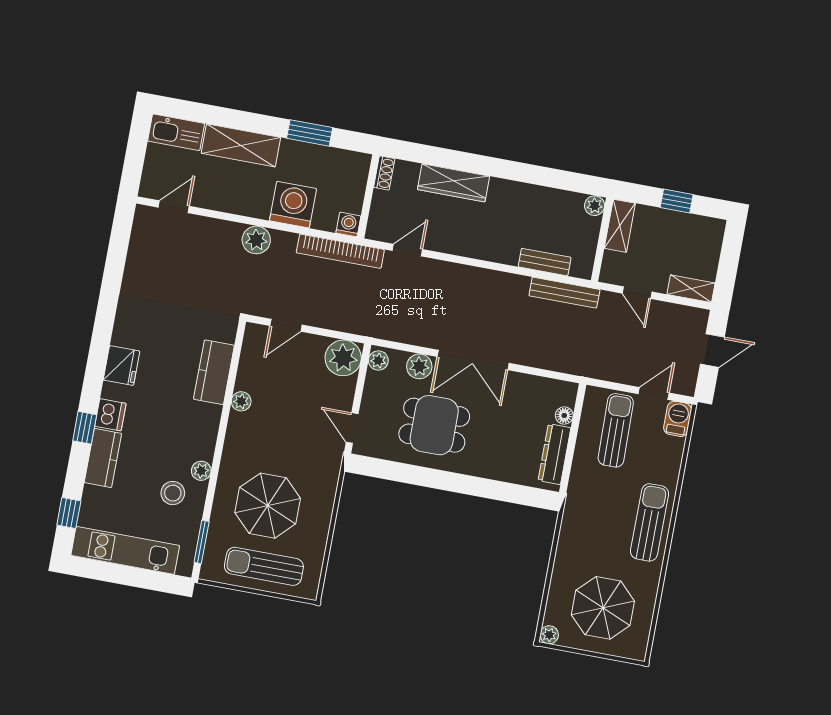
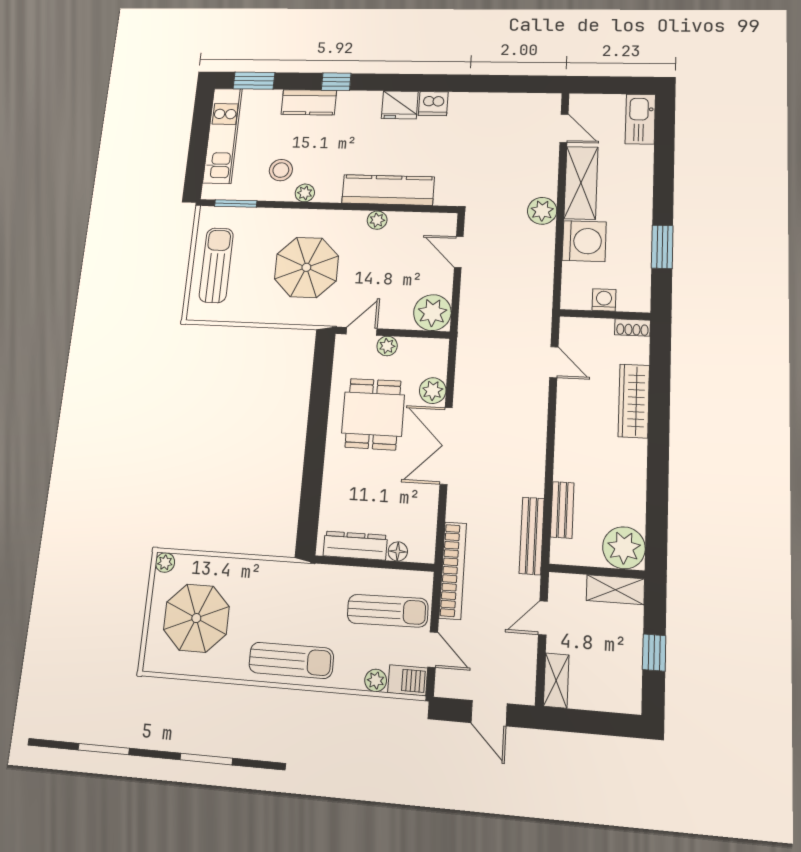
shelving: (241, 145) -> (581, 183), moved
plant: (595, 206) -> (624, 548), width x1.87, depth x1.87
washing machine: (348, 225) -> (604, 300), moved, turned -90
bookcase: (340, 251) -> (453, 570), moved, turned 180
plant: (378, 360) -> (387, 346), moved
kitchen counter: (214, 372) -> (388, 190), width x1.50
dishwasher: (110, 415) -> (433, 104), moved
plant: (675, 447) -> (376, 680), added
parasol: (268, 506) -> (306, 267), moved
window: (69, 513) -> (254, 81), width x1.50

